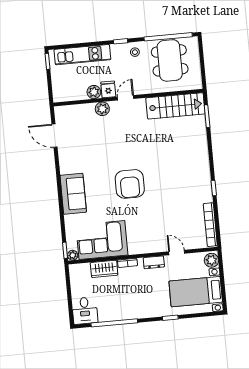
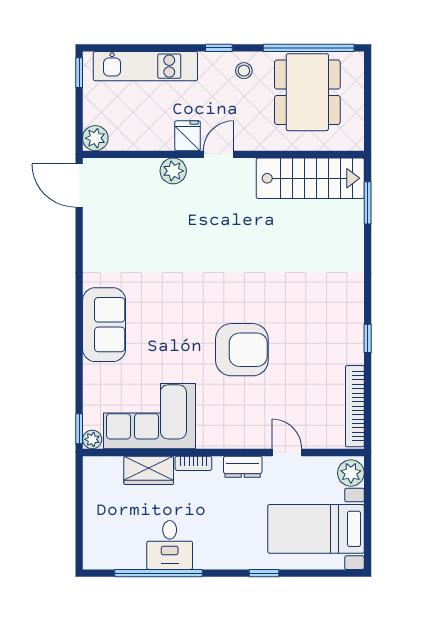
plant: (94, 92) -> (95, 138), moved
door: (54, 136) -> (79, 186), moved
armchair: (130, 184) -> (242, 350), moved, turned -90
desk: (85, 311) -> (170, 545), moved

